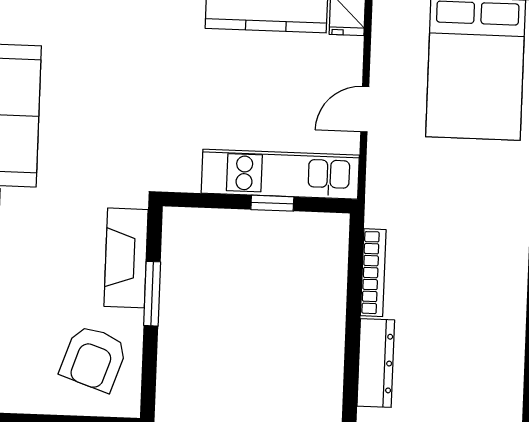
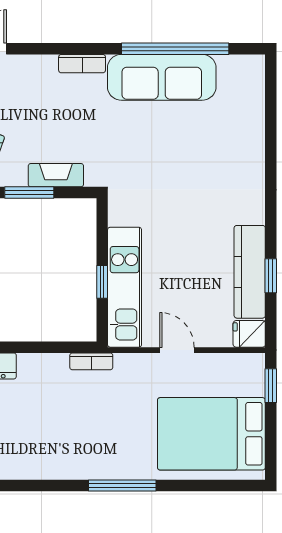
fireplace: (126, 258) -> (56, 175), width x0.73, depth x0.76
bookcase: (373, 273) -> (91, 361), moved, width x0.64

